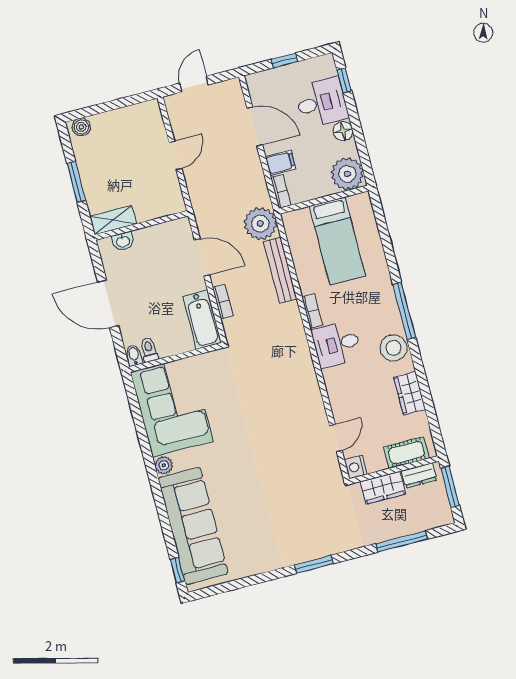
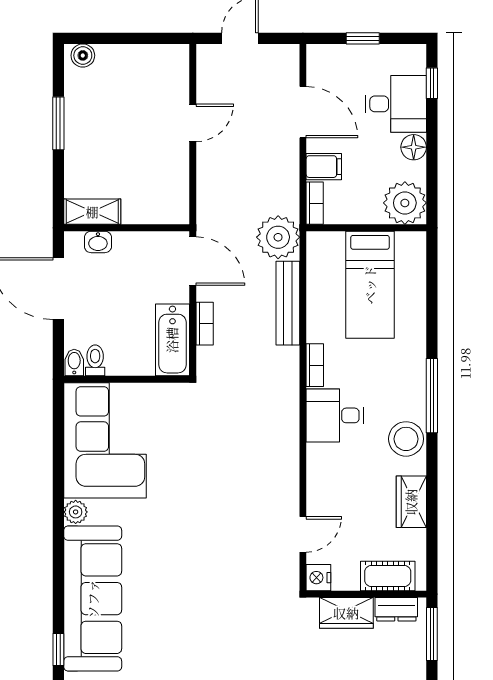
shelving: (113, 220) -> (92, 212), moved
wall: (141, 225) -> (127, 228), moved
washbasin: (123, 241) -> (98, 242), moved

